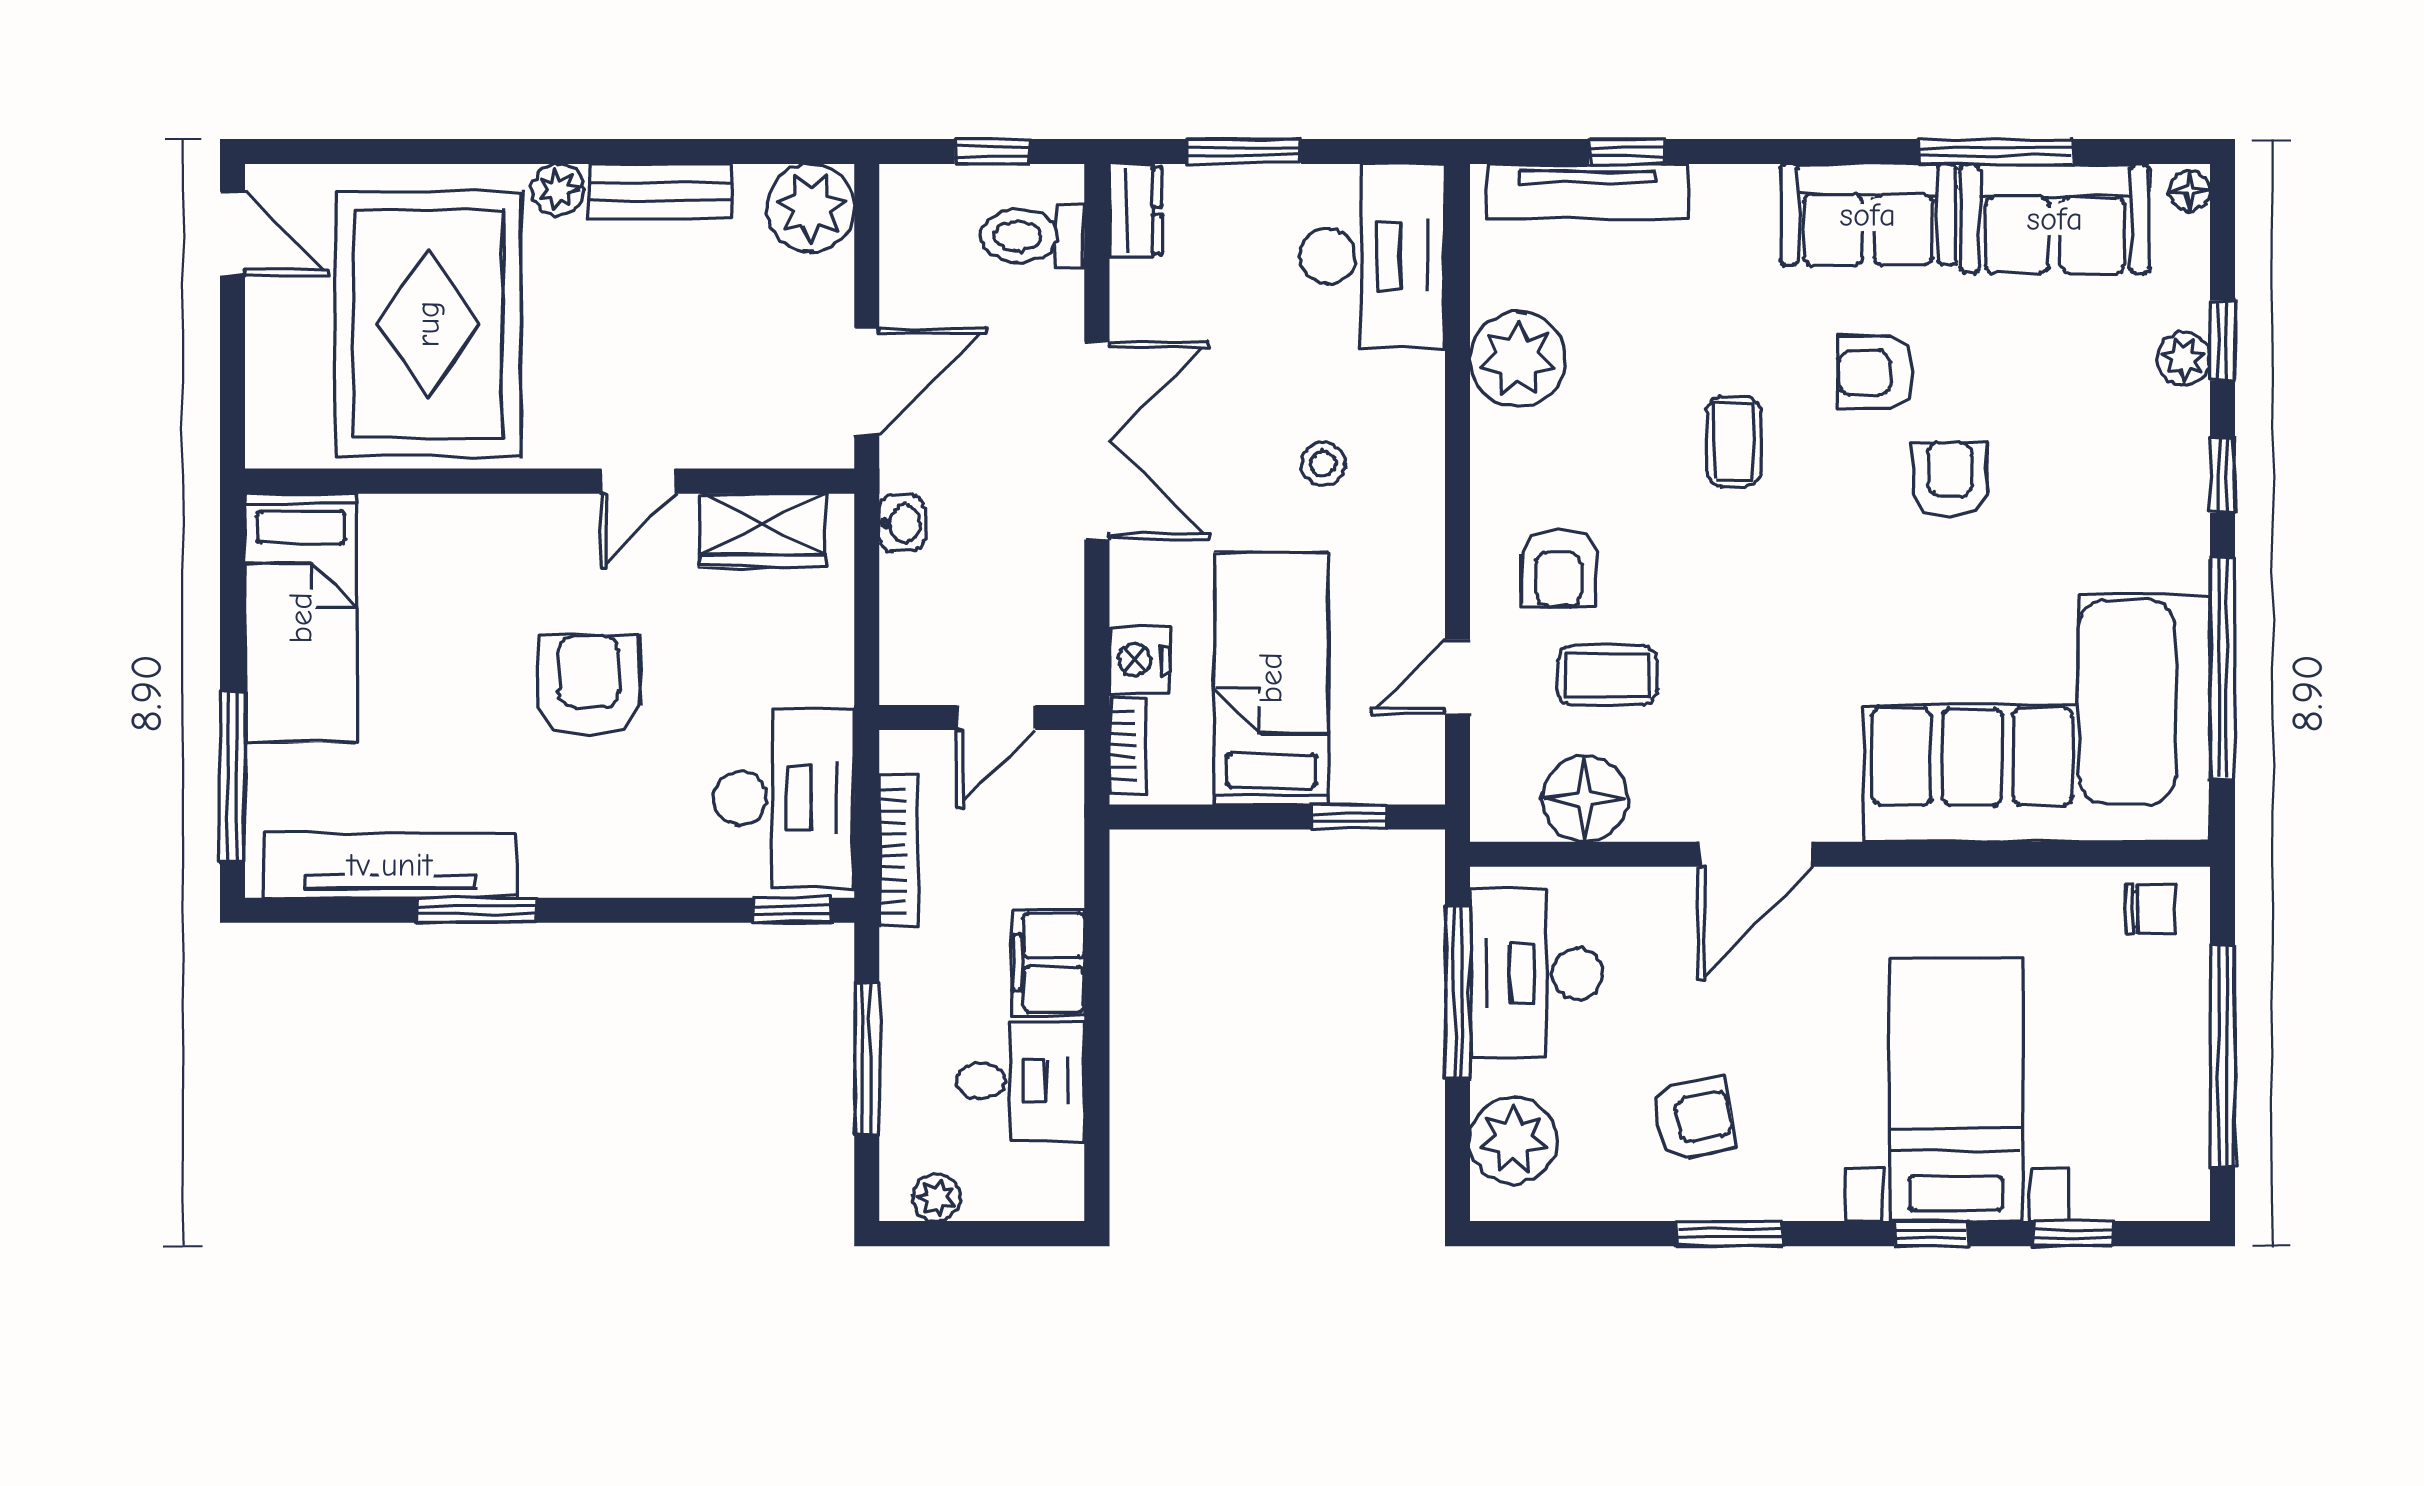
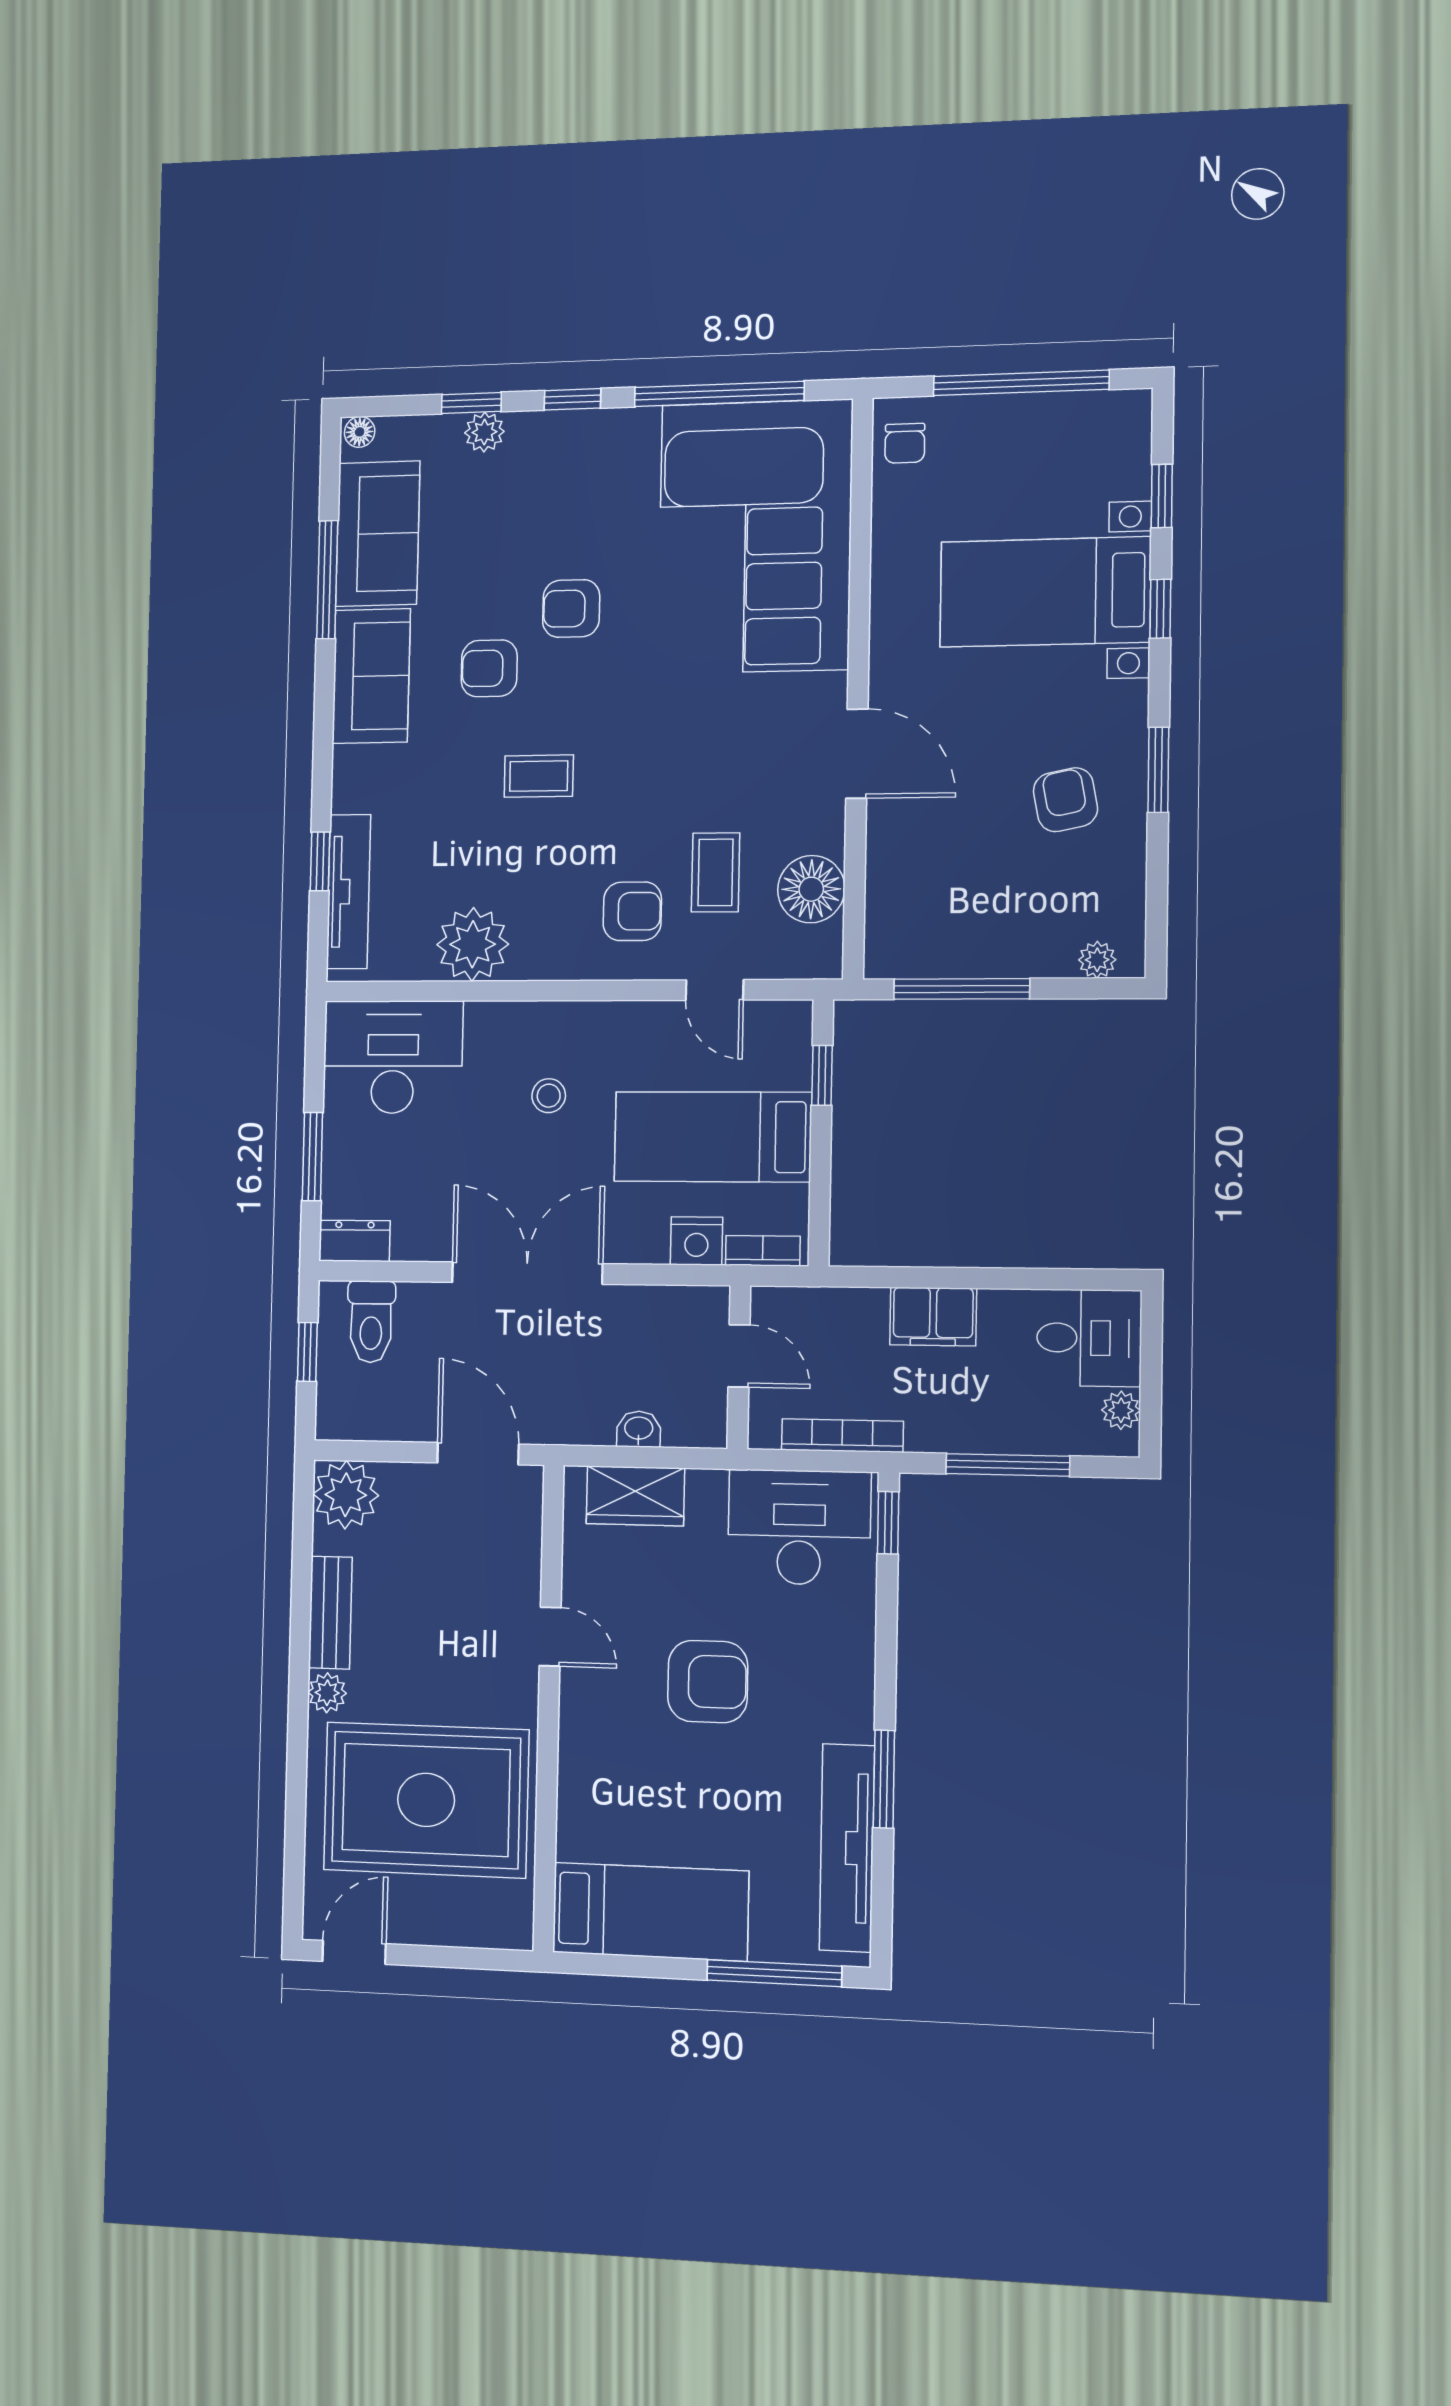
armchair: (1875, 373) -> (489, 668), turned 90
washbasin: (902, 523) -> (639, 1429), moved
wardrobe: (762, 530) -> (635, 1496), moved, turned 90
armchair: (589, 685) -> (708, 1682), turned 180
chair: (2150, 909) -> (905, 443), turned 180
desk: (1536, 974) -> (948, 926), removed
desk: (1020, 1081) -> (1089, 1338), moved, turned 90
plant: (1513, 1141) -> (1097, 960), width x0.53, depth x0.53

